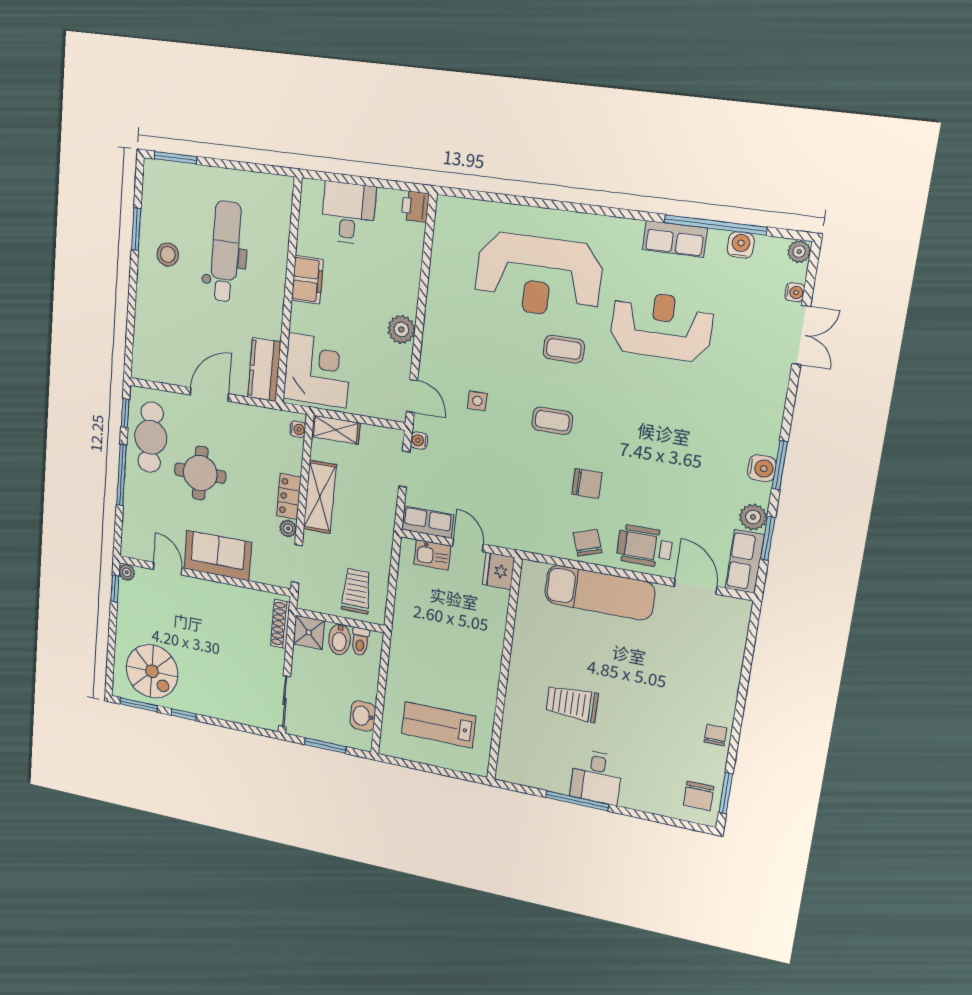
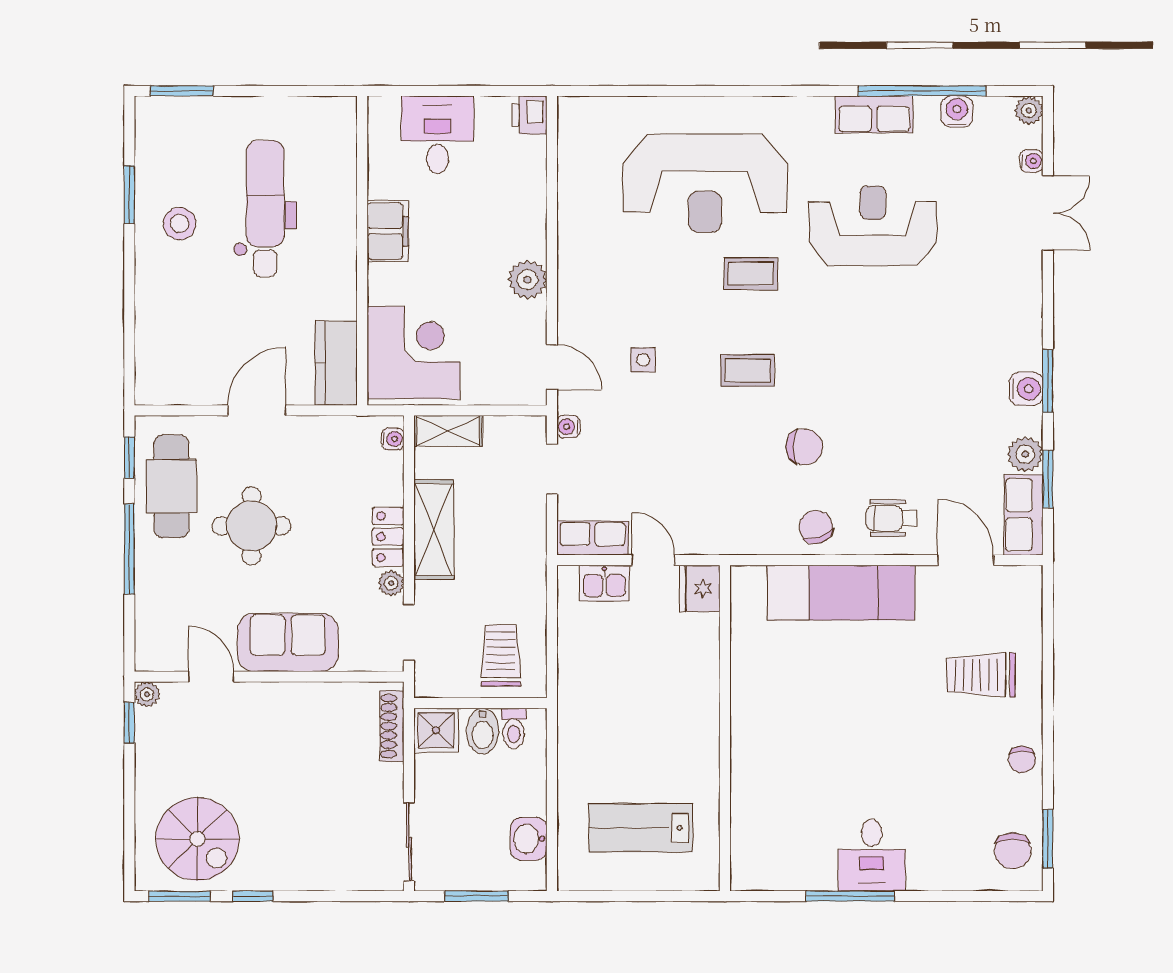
wheelchair: (645, 546) -> (892, 518), width x0.73, depth x0.73
trolley: (572, 703) -> (981, 675), moved
chair: (715, 735) -> (1022, 759), turned 180

